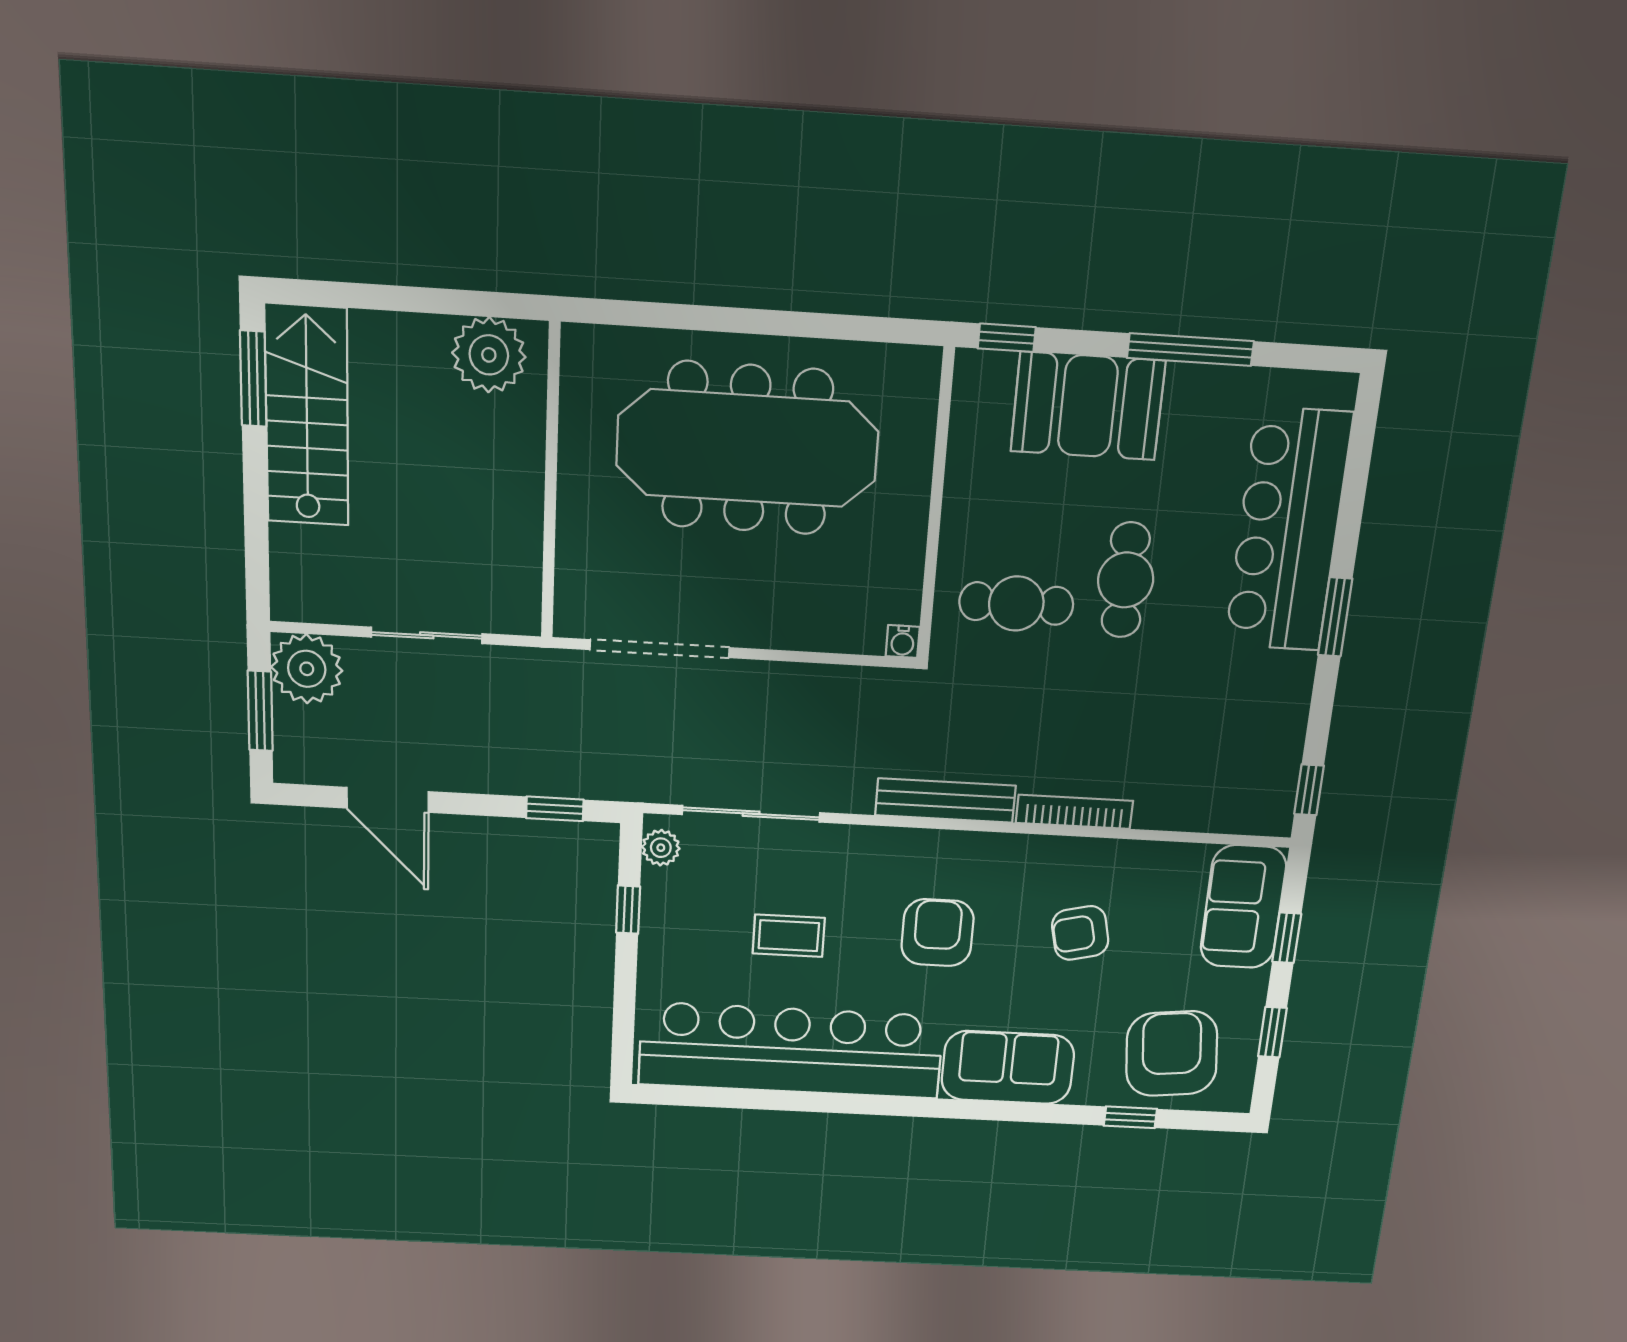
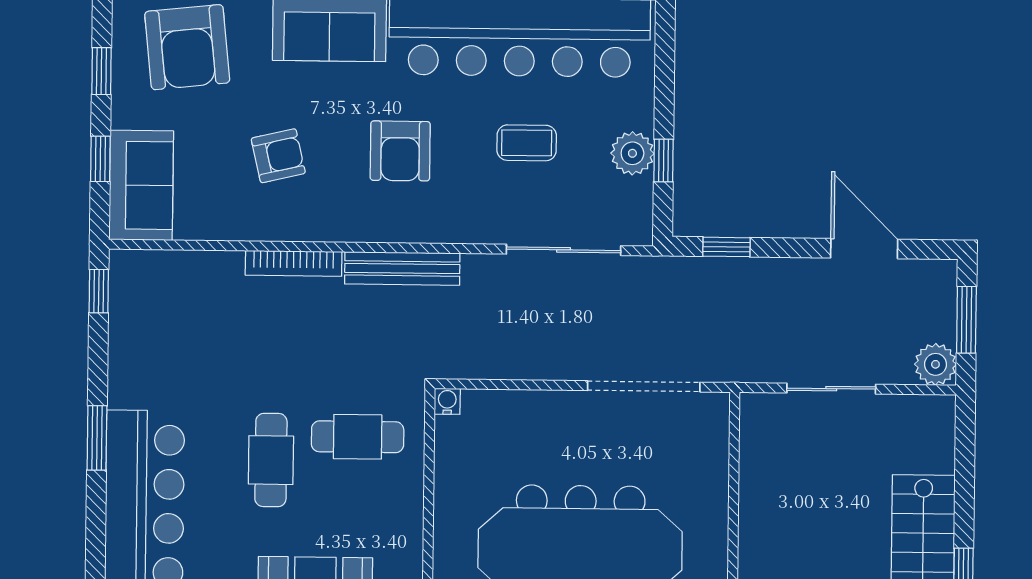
plant: (307, 669) -> (935, 364), width x0.73, depth x0.73
plant: (661, 848) -> (632, 153), moved, width x1.38, depth x1.38

